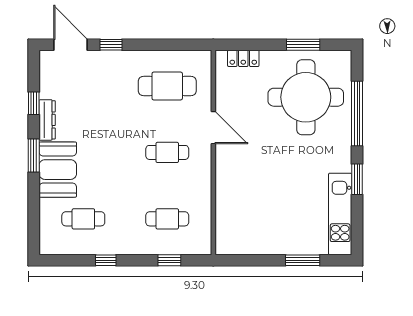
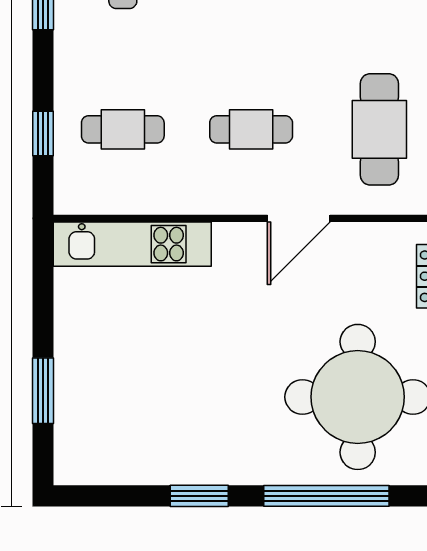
cafe table: (167, 152) -> (251, 129), turned 90
kitchen unit: (340, 214) -> (132, 244), moved, turned 180
cafe table: (167, 219) -> (123, 129), turned 90

